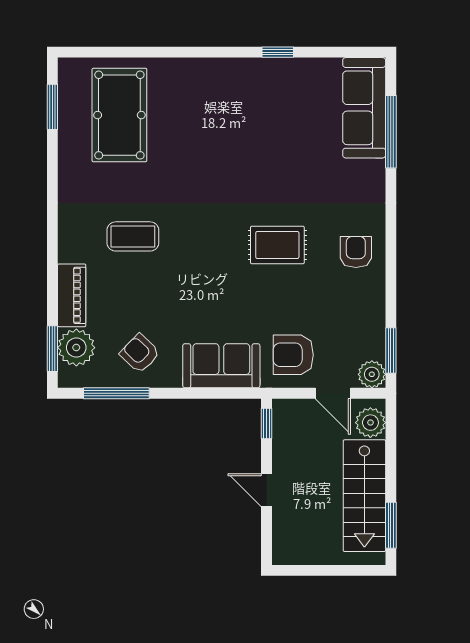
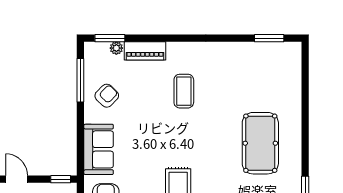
pool table: (119, 115) -> (260, 143), moved, turned 90
plant: (76, 348) -> (116, 48), width x0.53, depth x0.53
door: (267, 490) -> (17, 179), hinge flipped

